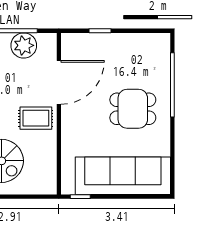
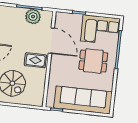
corner sofa: (139, 55) -> (100, 30), added
door: (59, 82) -> (51, 41), hinge flipped

